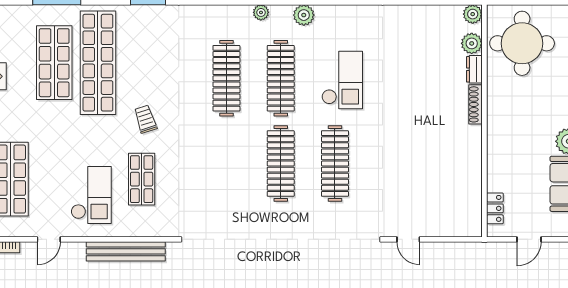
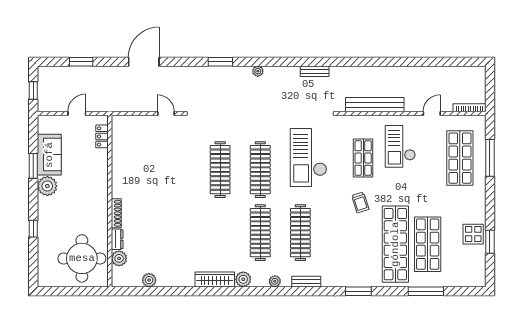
bench: (219, 12) -> (306, 282), added
plant: (473, 14) -> (149, 280), moved
wardrobe: (342, 15) -> (215, 280), added
checkout: (342, 80) -> (308, 158), moved, width x1.36, depth x1.21

